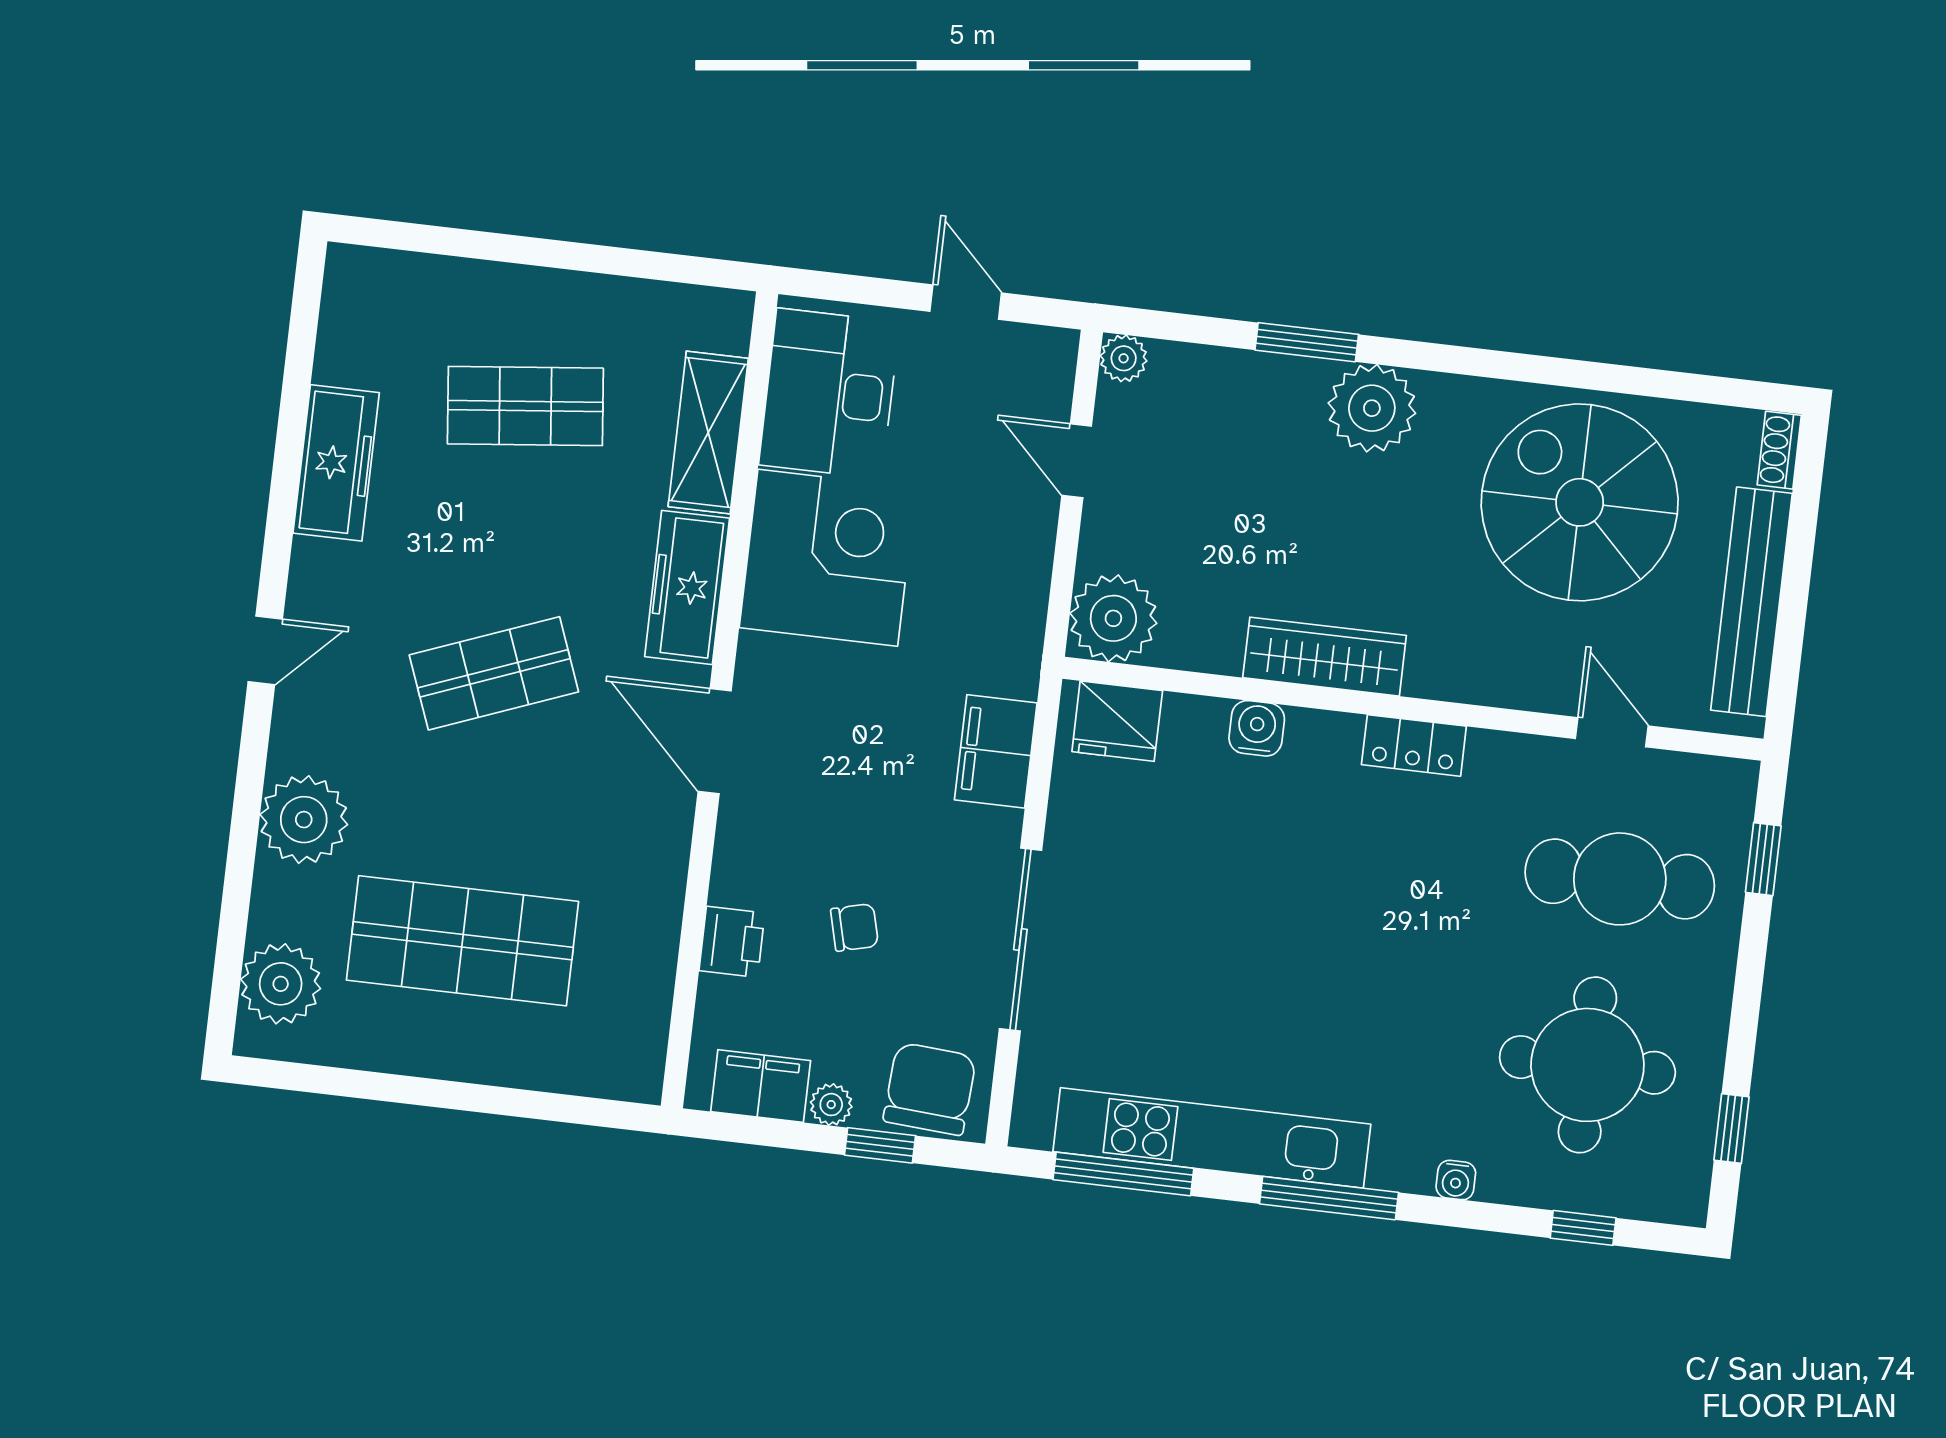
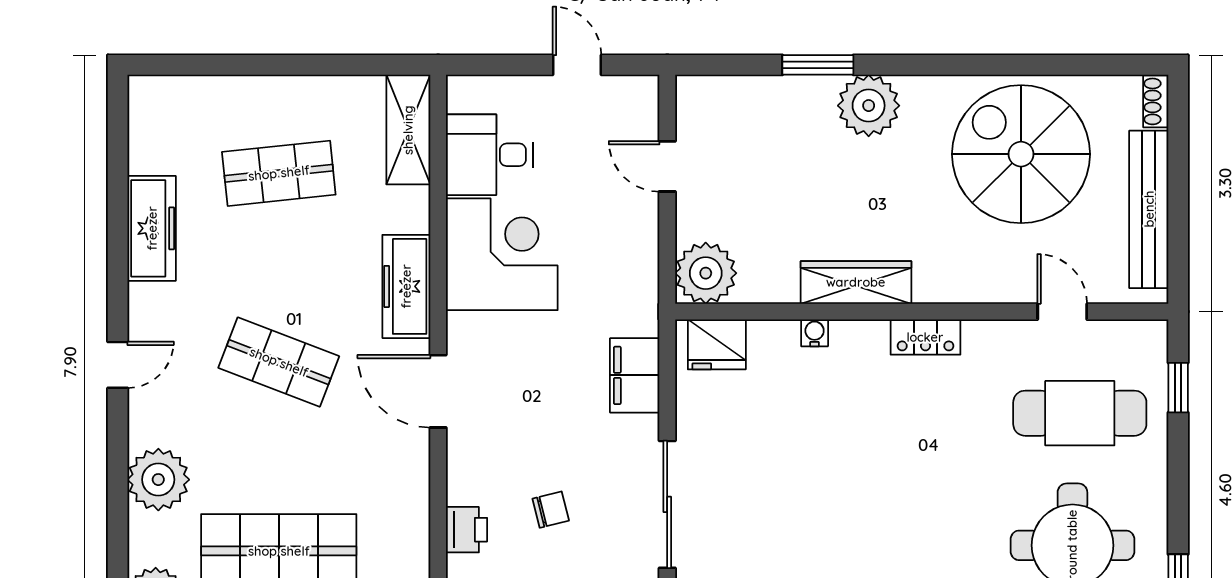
plant: (1124, 358) -> (692, 91), removed
desk: (829, 393) -> (489, 155), width x0.73
shelving: (708, 432) -> (408, 130), moved
shop shelf: (494, 673) -> (279, 362), turned 42
water cooler: (1257, 728) -> (815, 333), width x0.72, depth x0.72

